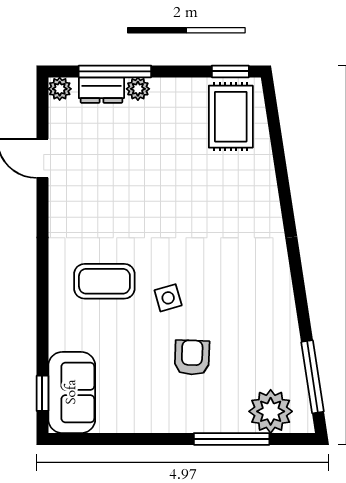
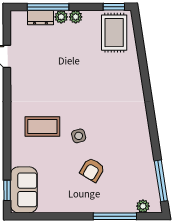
plant: (60, 89) -> (76, 17), moved
armchair: (192, 358) -> (92, 170), turned -151
plant: (271, 411) -> (143, 206), width x0.53, depth x0.53

